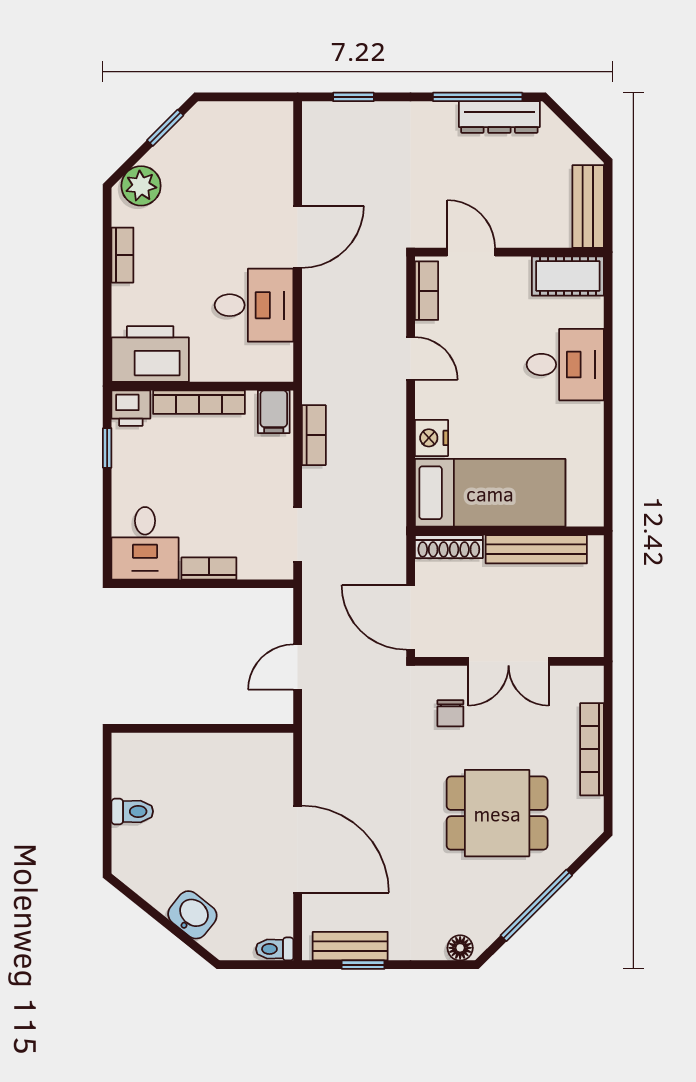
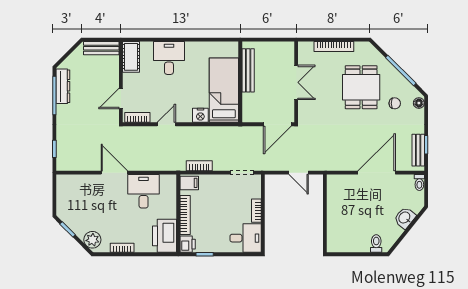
shoe rack: (449, 547) -> (247, 108), removed
chair: (450, 713) -> (395, 103), moved
toilet: (132, 811) -> (376, 244), moved

